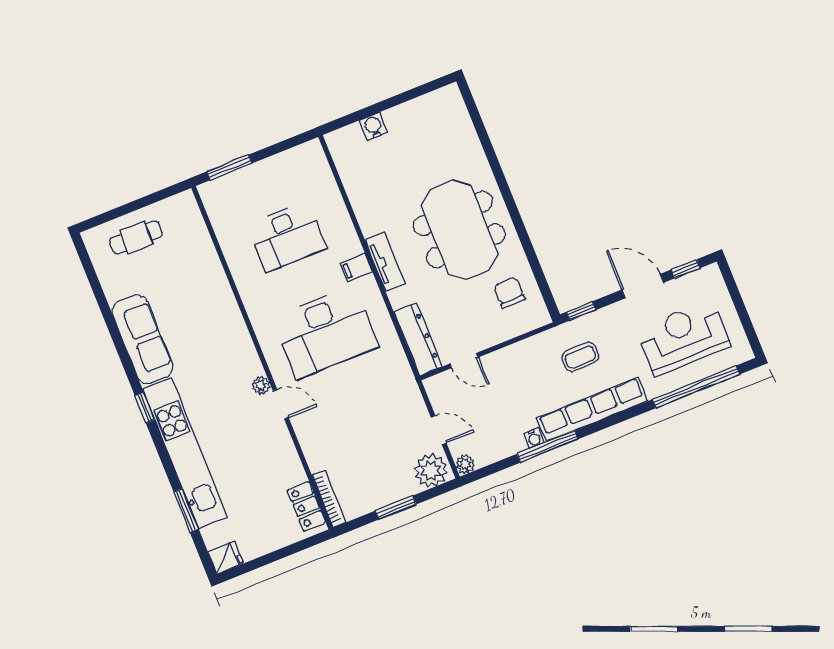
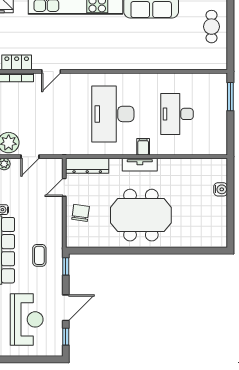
chair: (509, 293) -> (81, 213), moved, turned -82
plant: (261, 385) -> (97, 64), removed
door: (281, 404) -> (51, 71), moved

